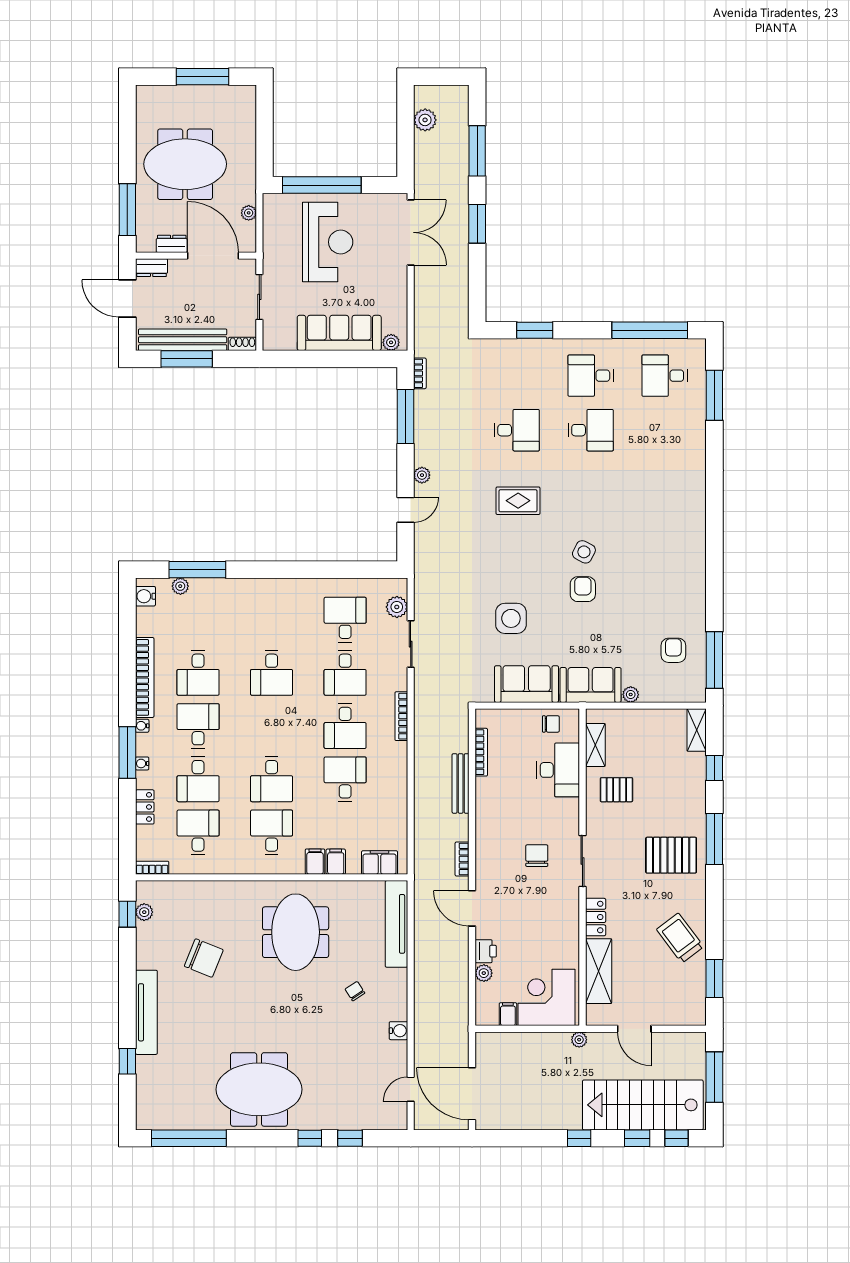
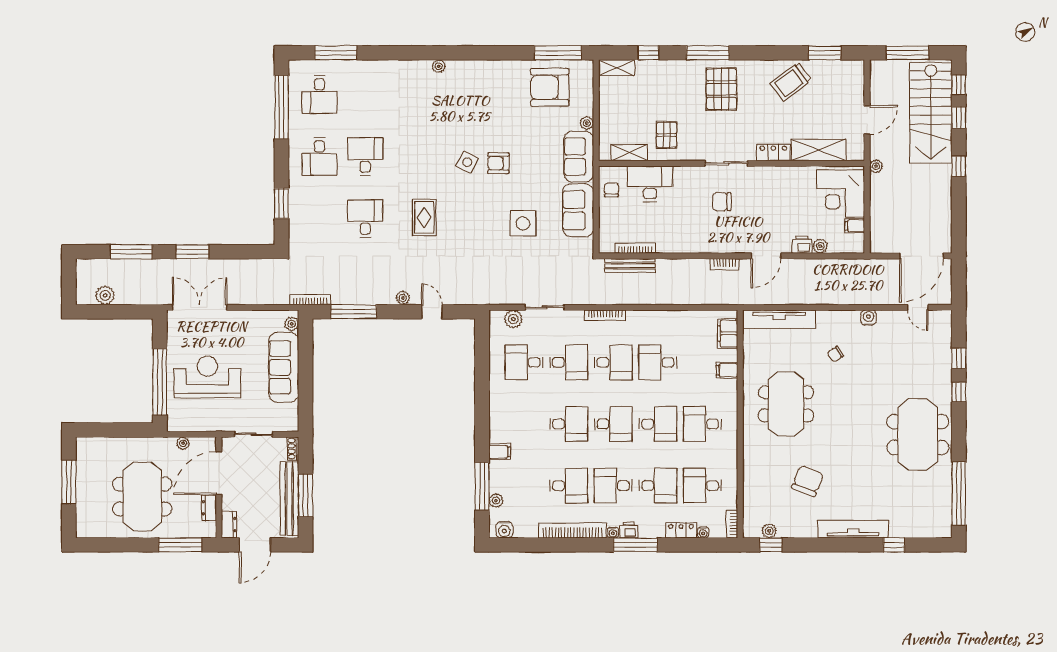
bookcase: (420, 373) -> (310, 300), width x1.56
plant: (698, 518) -> (439, 66), added
armchair: (673, 650) -> (550, 87), width x1.88, depth x1.88
desk: (272, 726) -> (613, 424), added
printer: (145, 745) -> (629, 530), added
water cooler: (142, 763) -> (703, 533), moved
bench: (461, 783) -> (630, 266), moved
filing cabinet: (315, 862) -> (500, 452), moved, turned 180
meeting table: (296, 932) -> (786, 404), turned 90

